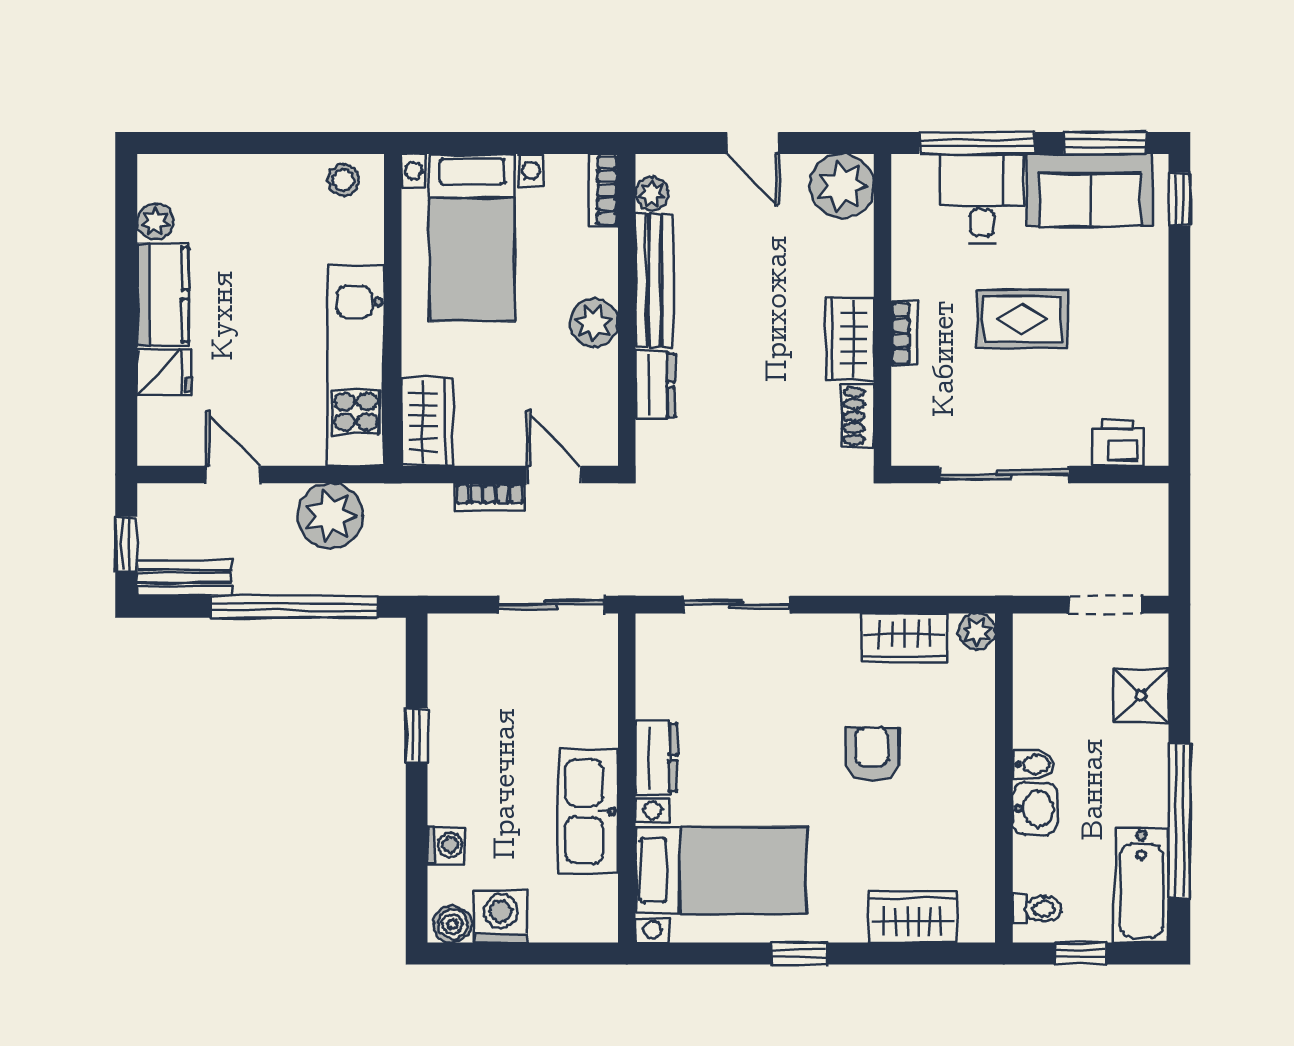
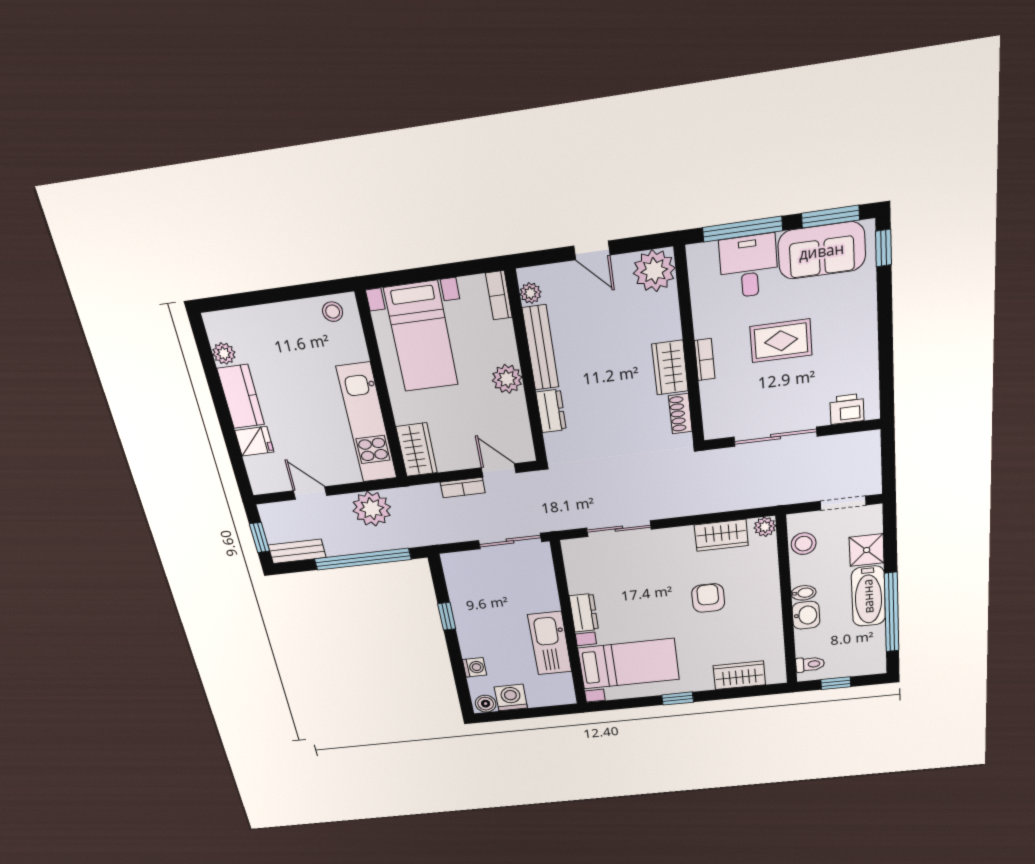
stool: (1038, 671) -> (804, 544), added
bathtub: (1141, 885) -> (868, 596), moved

